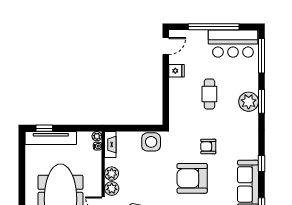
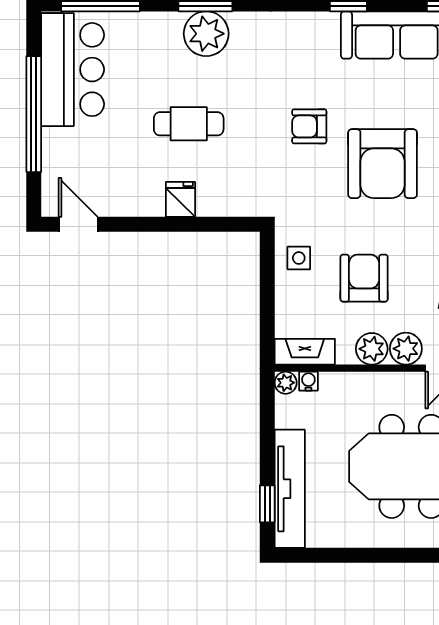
fridge: (177, 71) -> (180, 199), moved
side table: (151, 142) -> (299, 258), width x0.54, depth x0.54
armchair: (208, 146) -> (309, 126), turned 90
armchair: (142, 170) -> (364, 278), added

